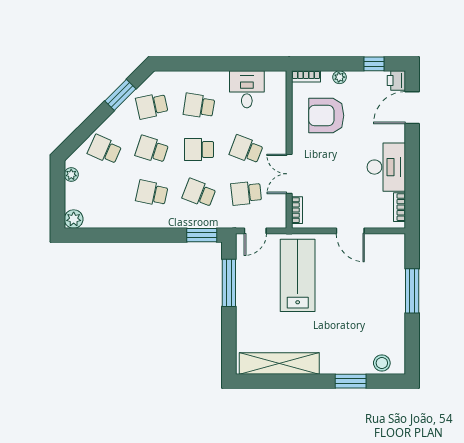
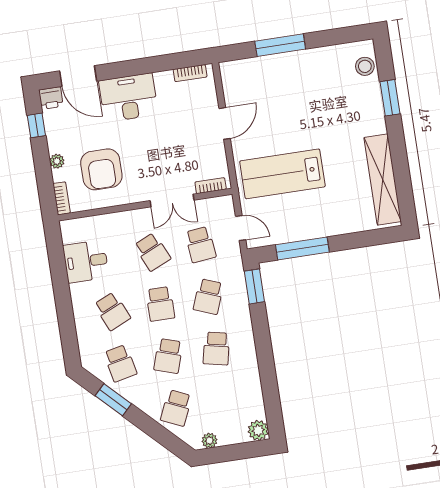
school desk: (199, 106) -> (112, 311), turned -33
school desk: (246, 149) -> (152, 252), turned -45
desk: (386, 167) -> (128, 98), moved

